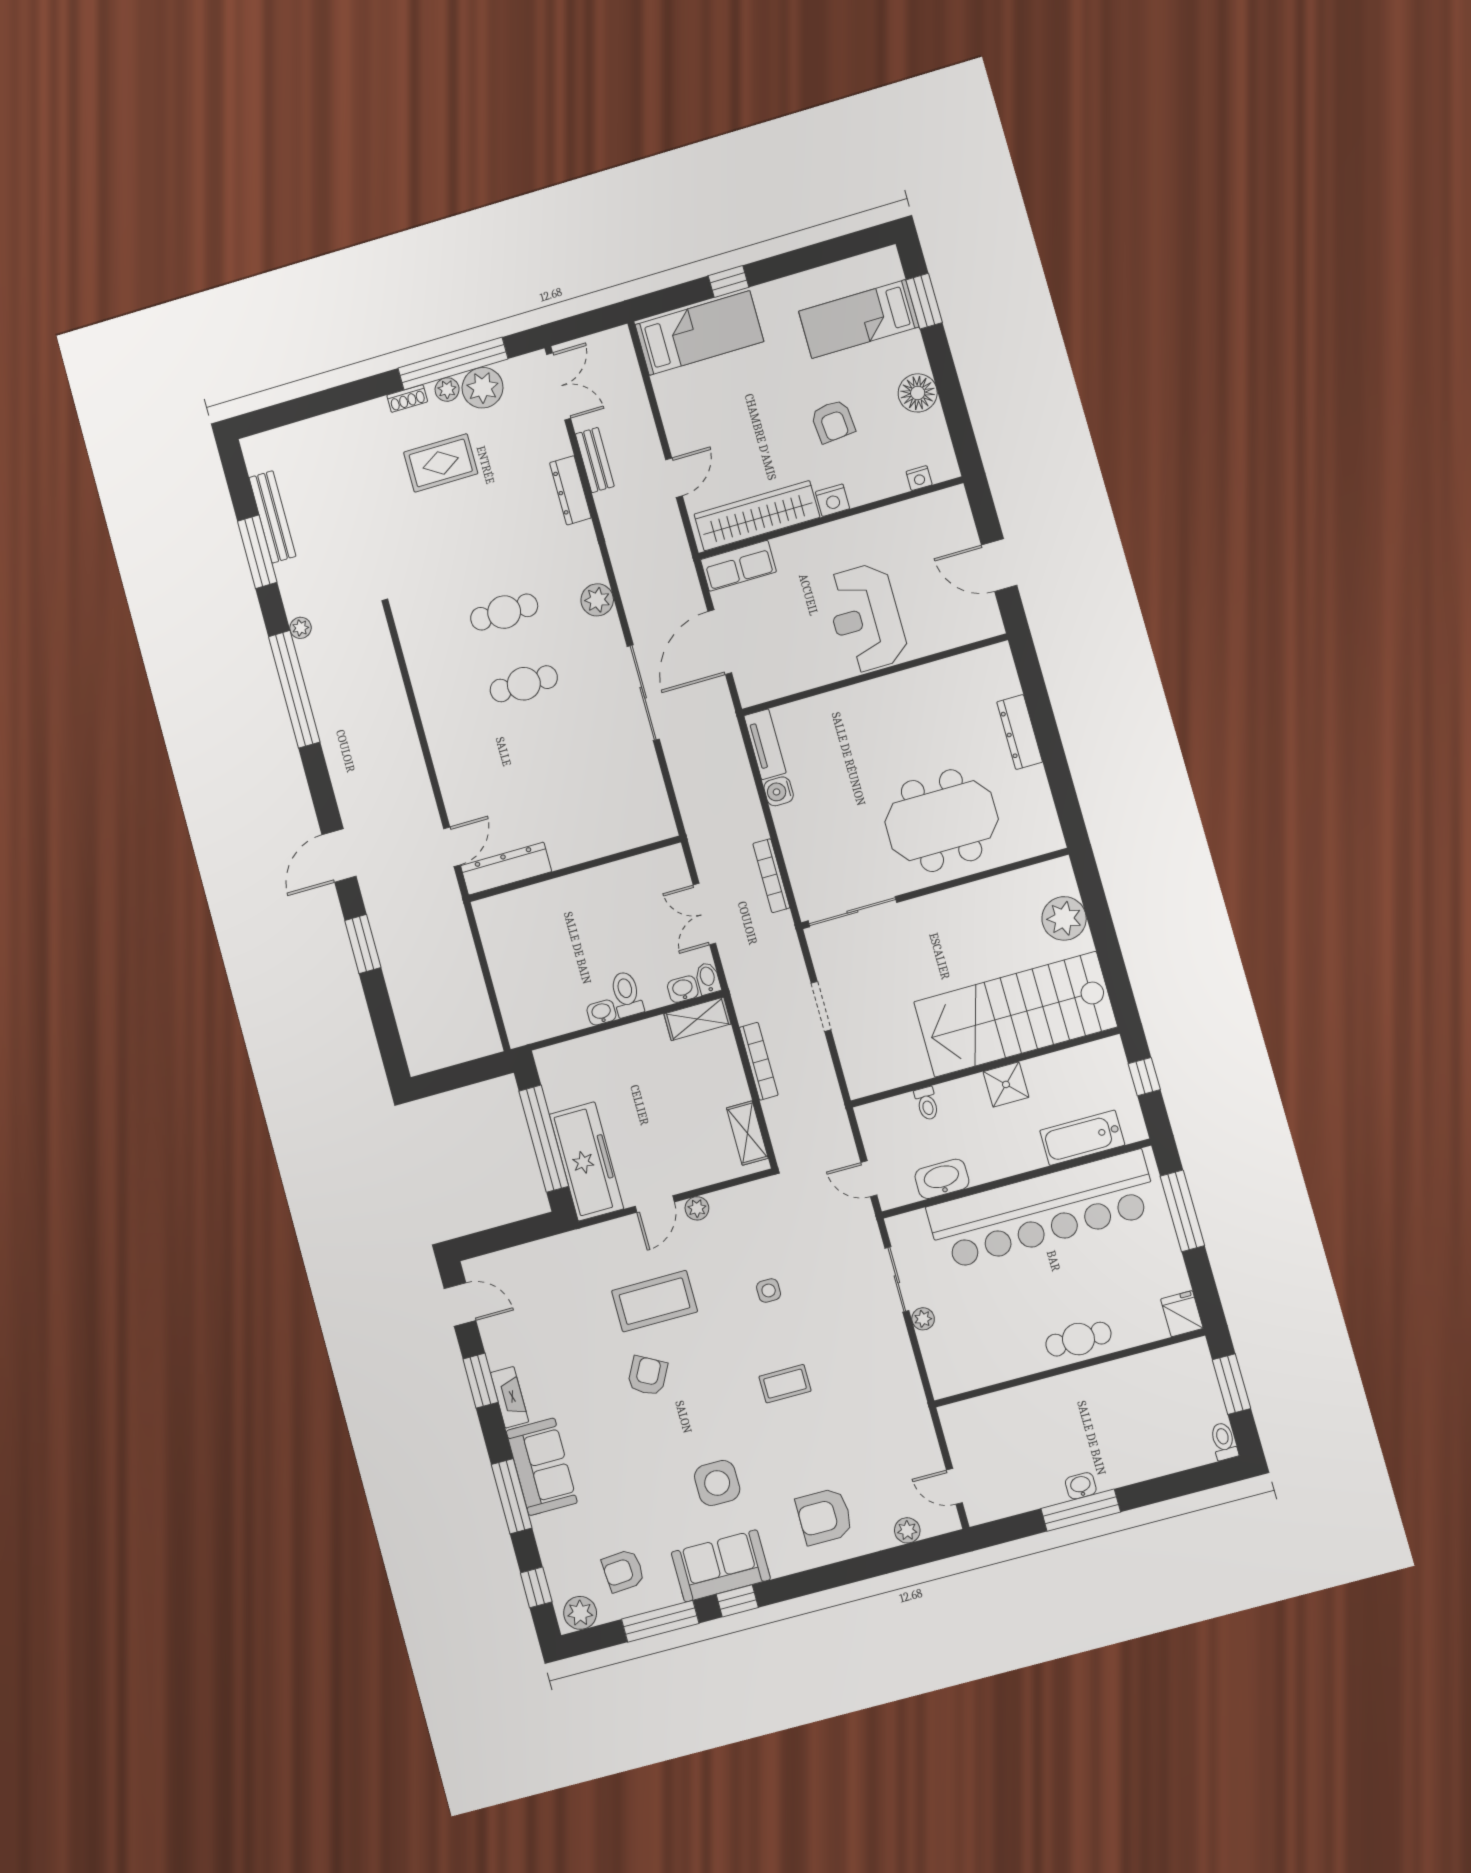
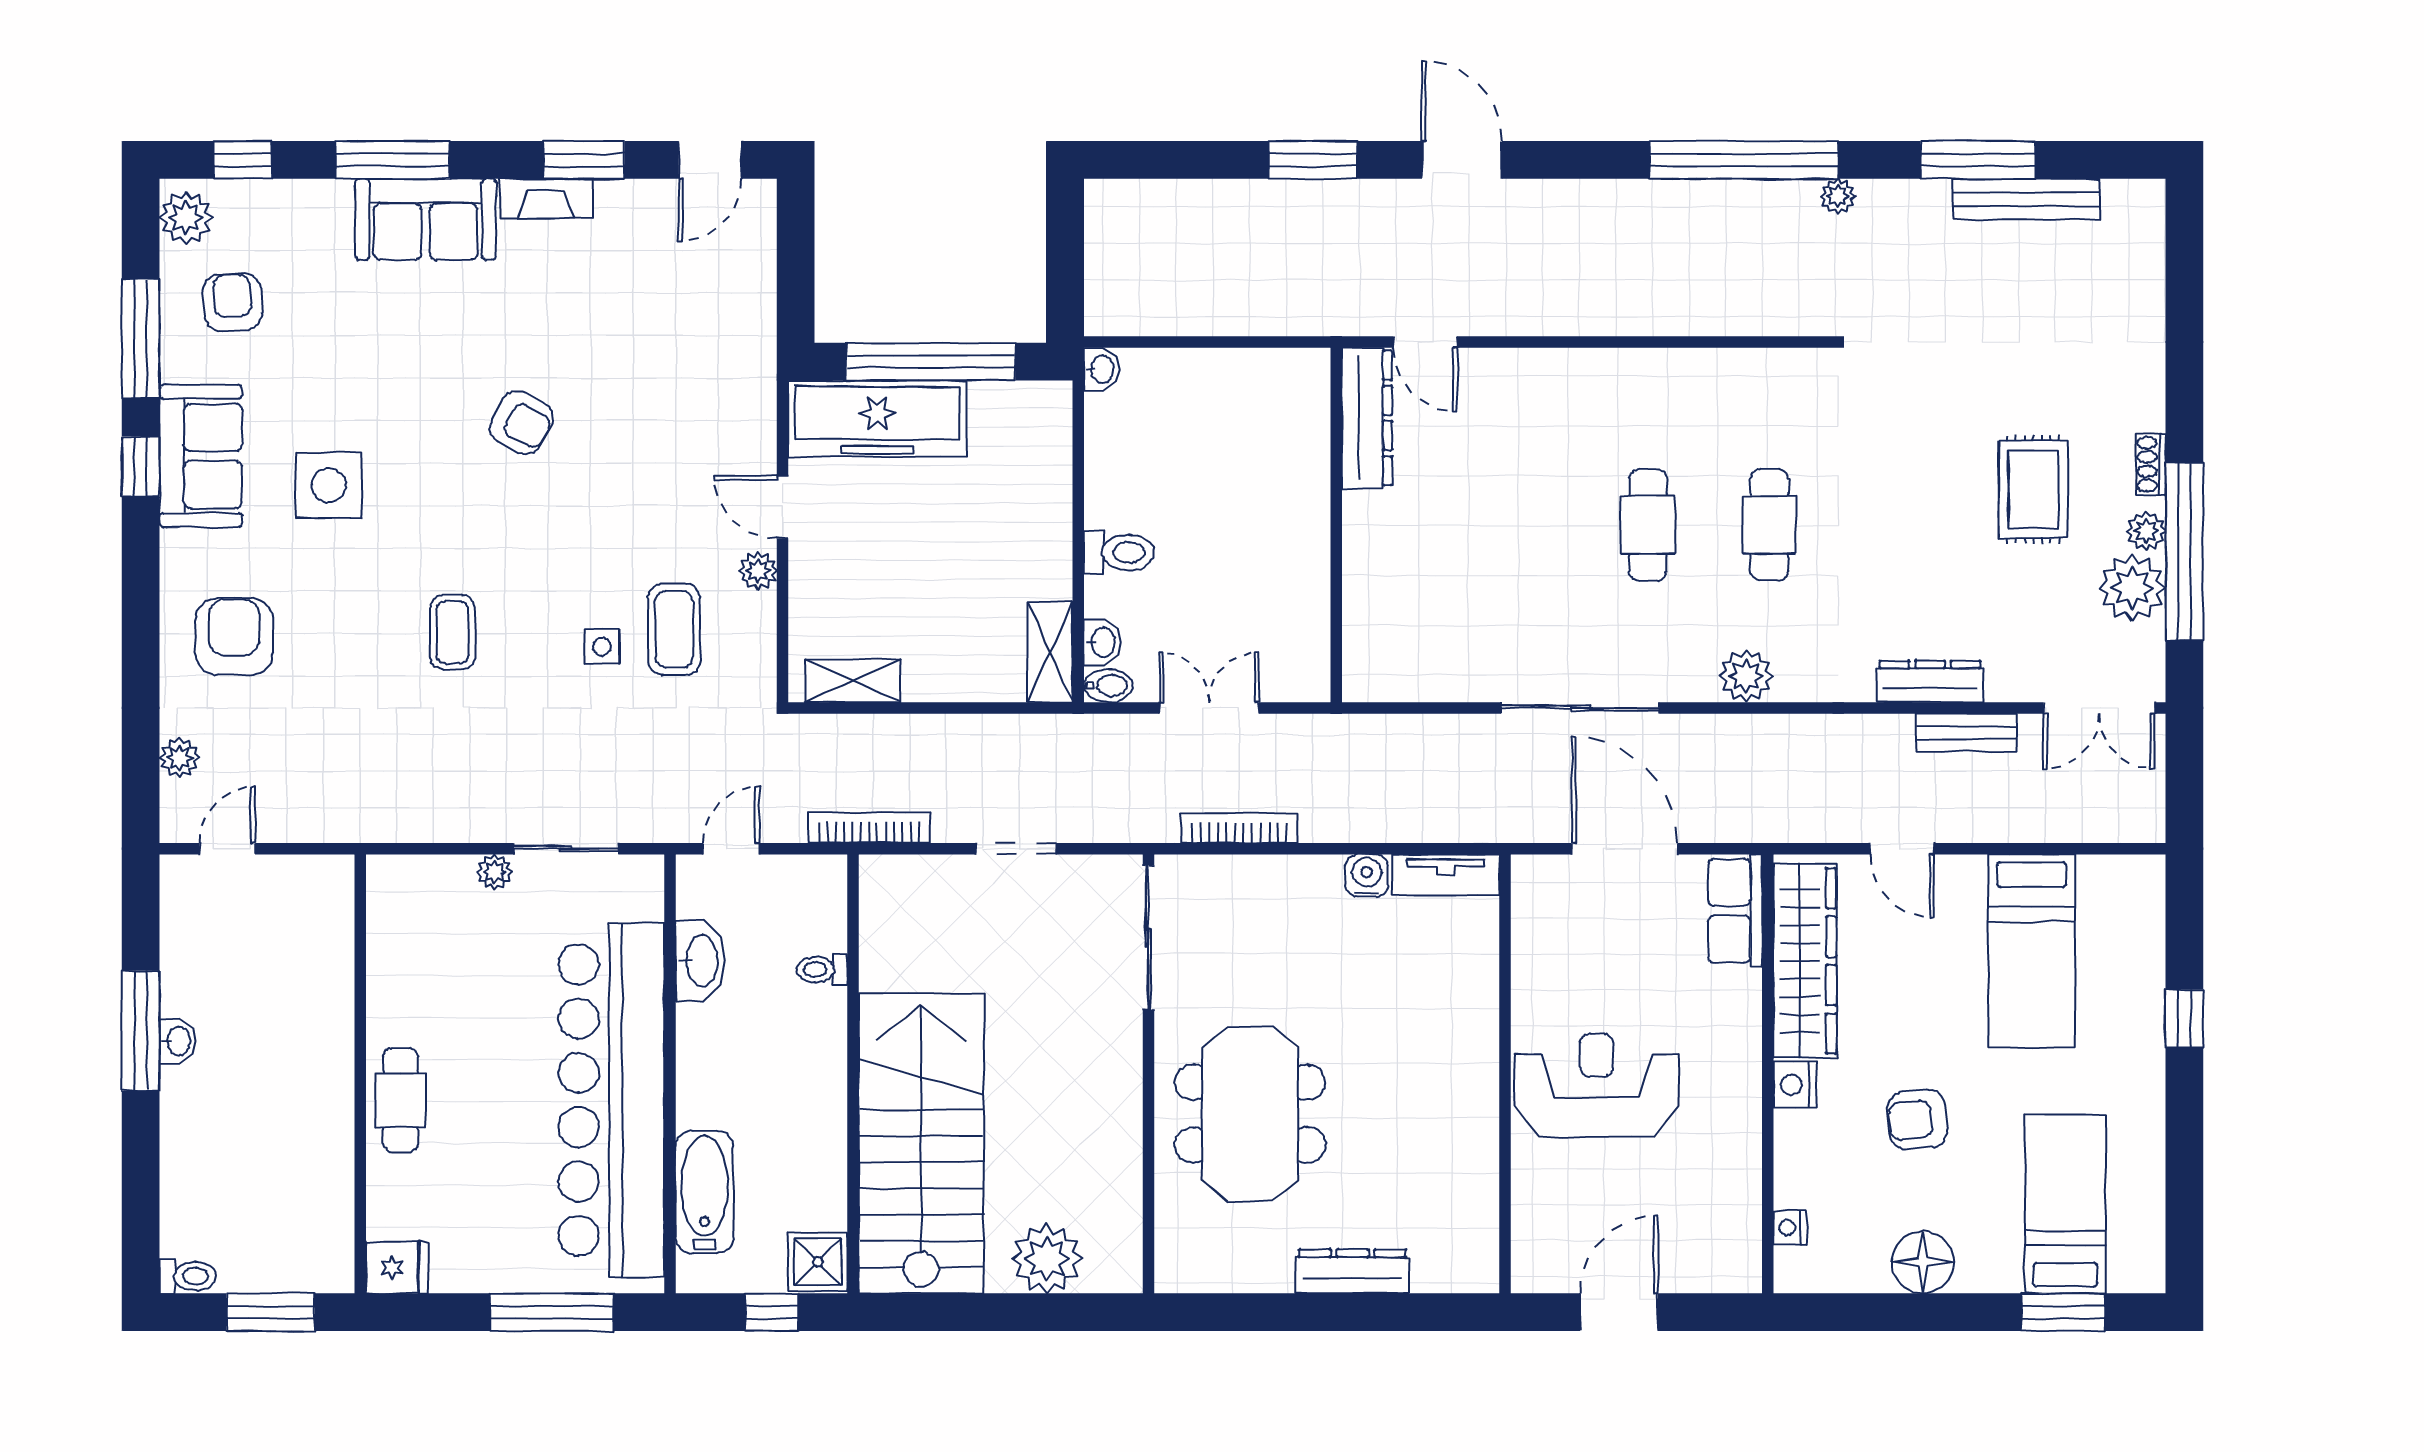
bed: (699, 333) -> (2032, 951), moved
washbasin: (601, 1013) -> (1101, 369), moved
bookcase: (759, 1061) -> (869, 827), moved, turned 180
shower: (1006, 1084) -> (818, 1262), moved
coffee table: (655, 1301) -> (674, 629), moved, width x0.73, depth x0.76

